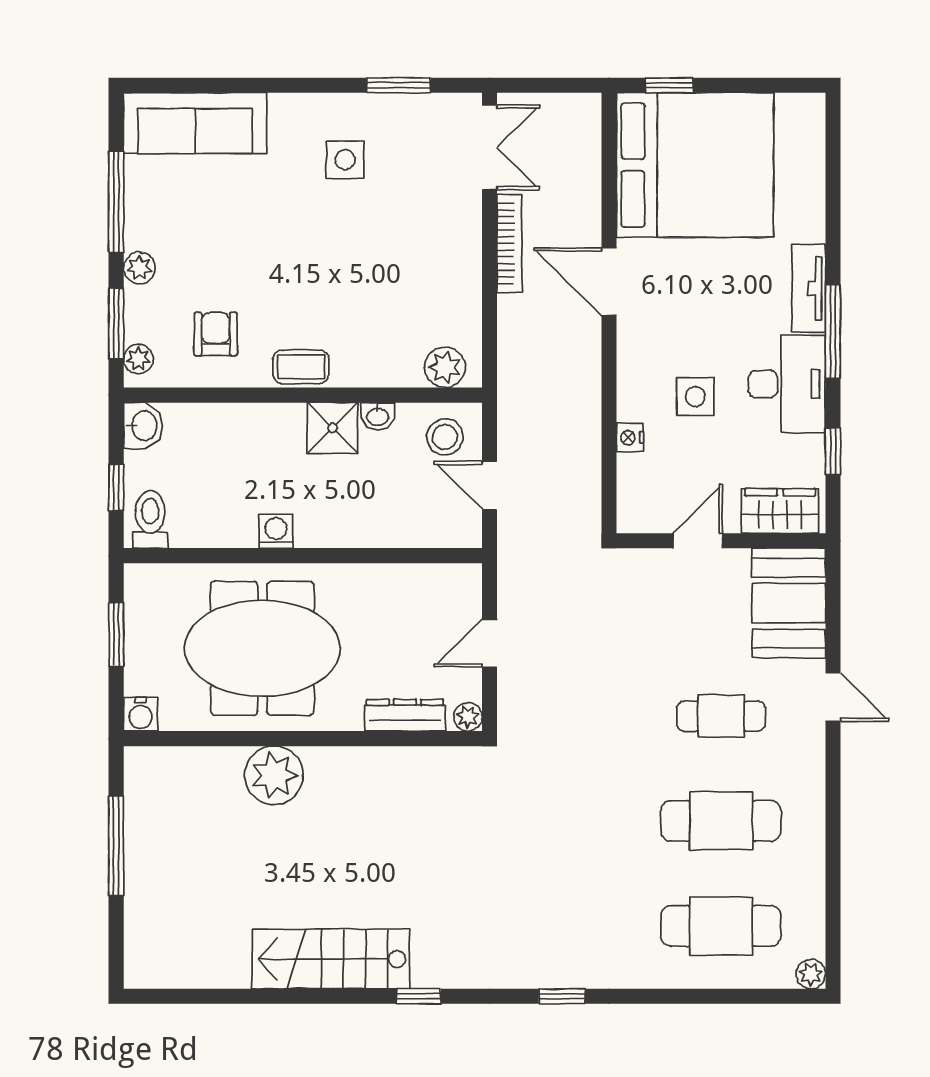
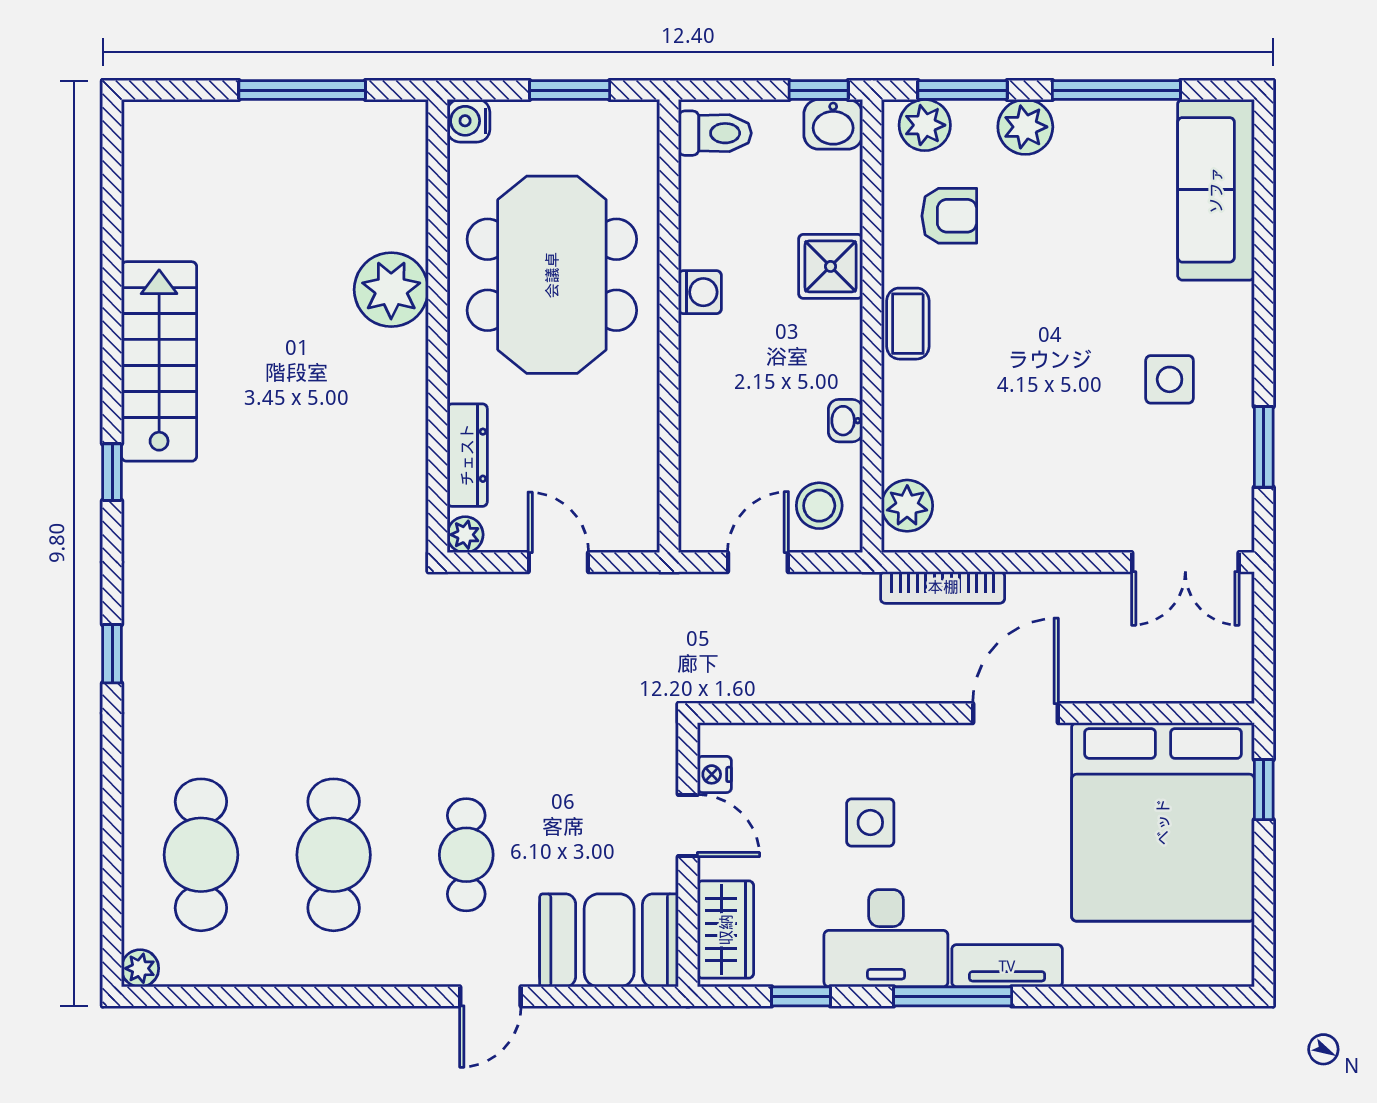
bookcase: (510, 243) -> (943, 587), moved
plant: (139, 268) -> (1025, 127), width x1.38, depth x1.38
plant: (138, 359) -> (925, 125), width x1.38, depth x1.38
shower: (333, 428) -> (831, 266), moved
nightstand: (630, 438) -> (714, 774), moved, turned -90
window: (116, 487) -> (819, 90), moved

